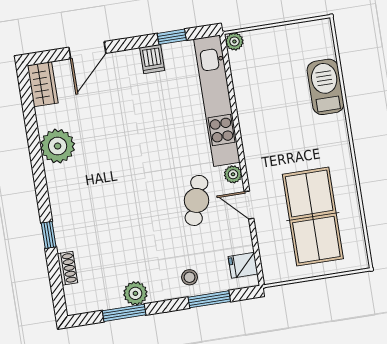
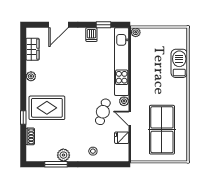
wardrobe: (43, 84) -> (33, 49), moved
plant: (58, 146) -> (31, 76), width x0.53, depth x0.53
rug: (90, 210) -> (47, 108), added
fridge: (243, 265) -> (122, 138), moved
window: (209, 299) -> (101, 164), removed

